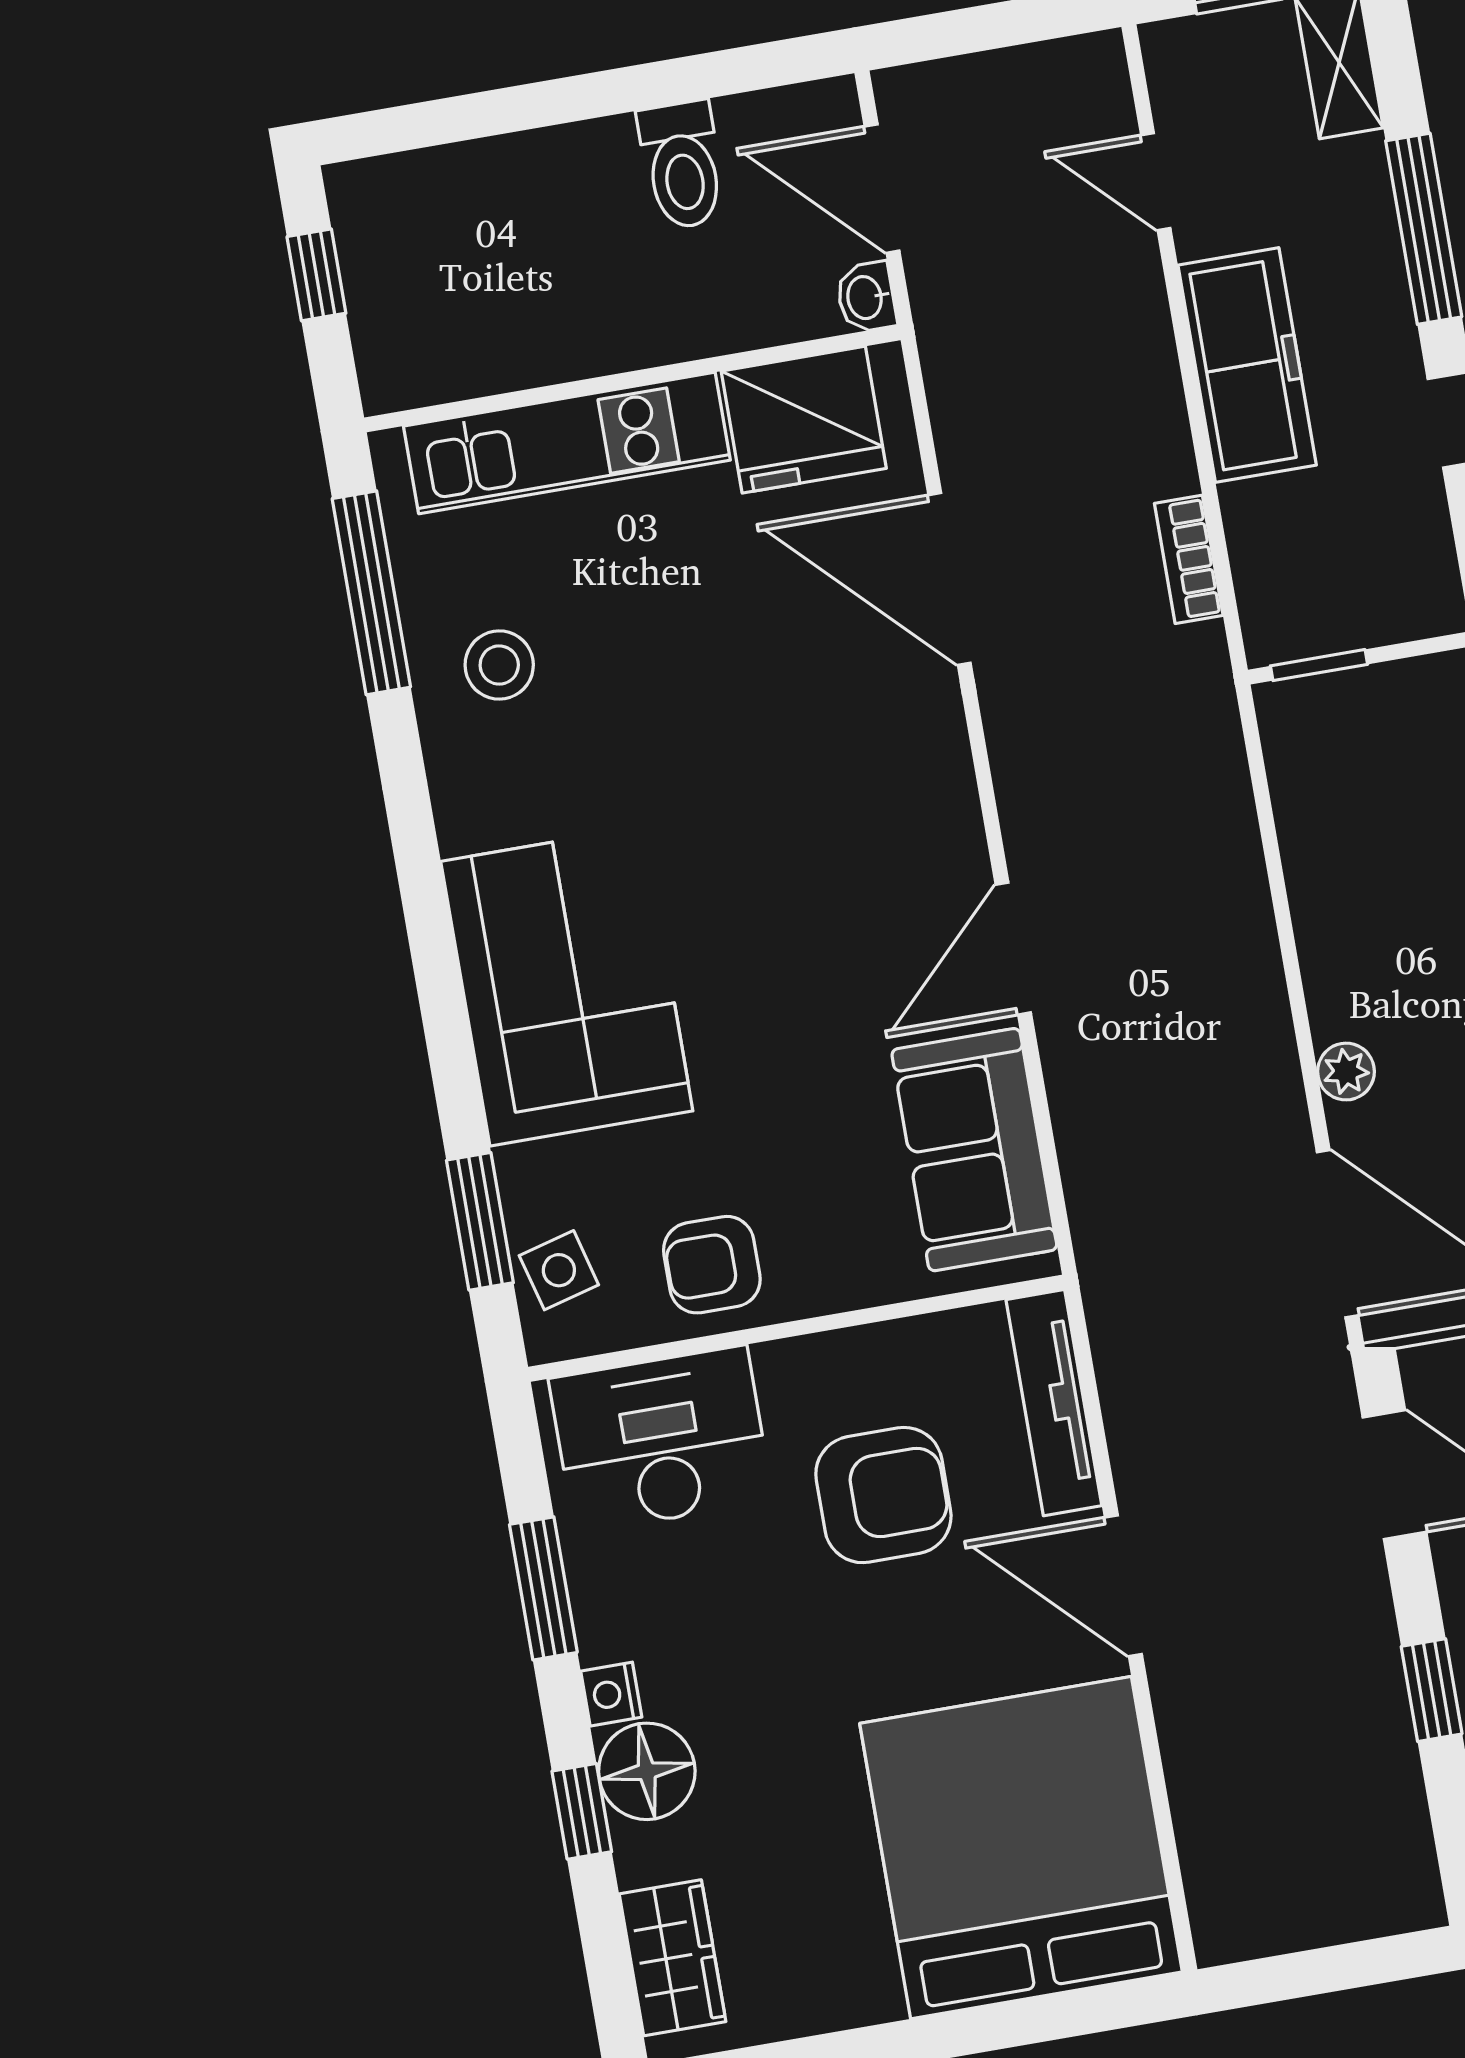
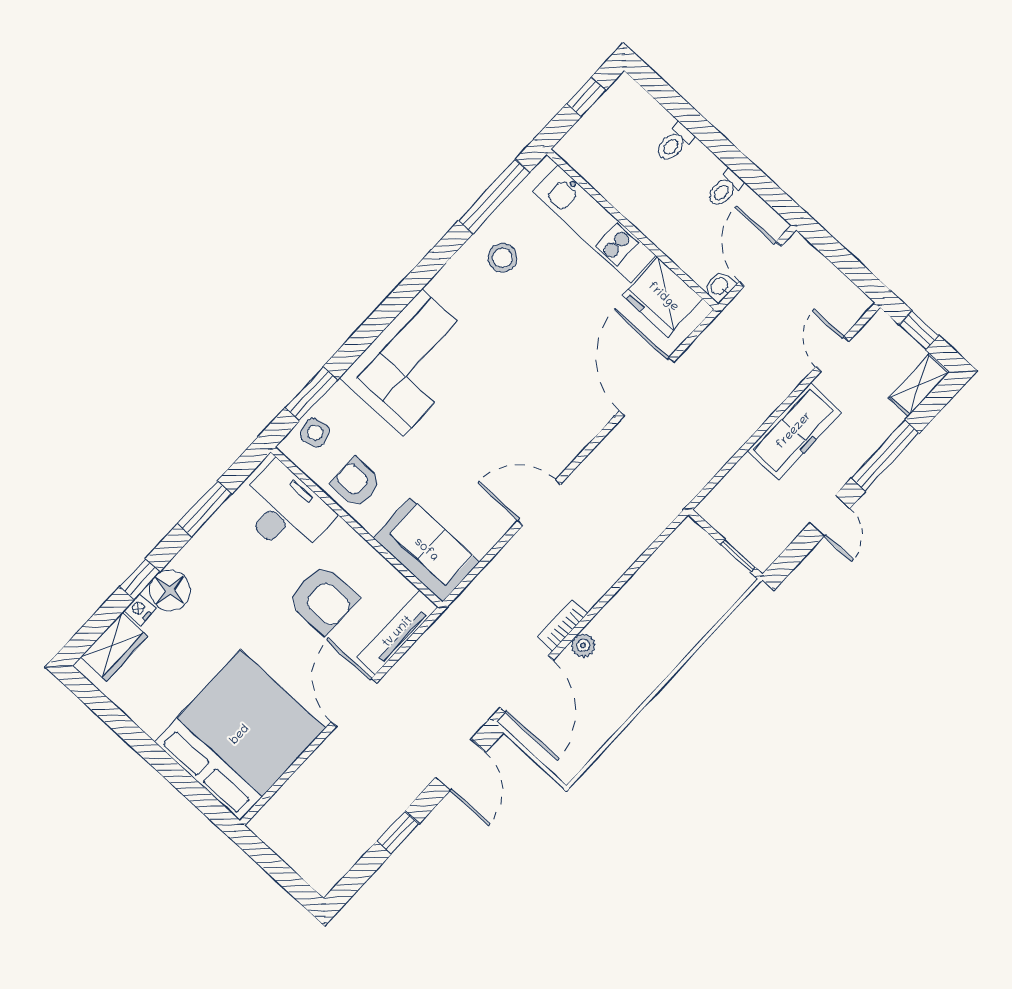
toilet: (682, 165) -> (725, 189), width x0.73, depth x0.72
toilet: (530, 175) -> (674, 143), added
bookcase: (1189, 559) -> (563, 625), moved
window: (1319, 665) -> (738, 556), moved
sofa: (974, 1150) -> (426, 550), moved, turned 90
nightstand: (611, 1694) -> (140, 610), moved

